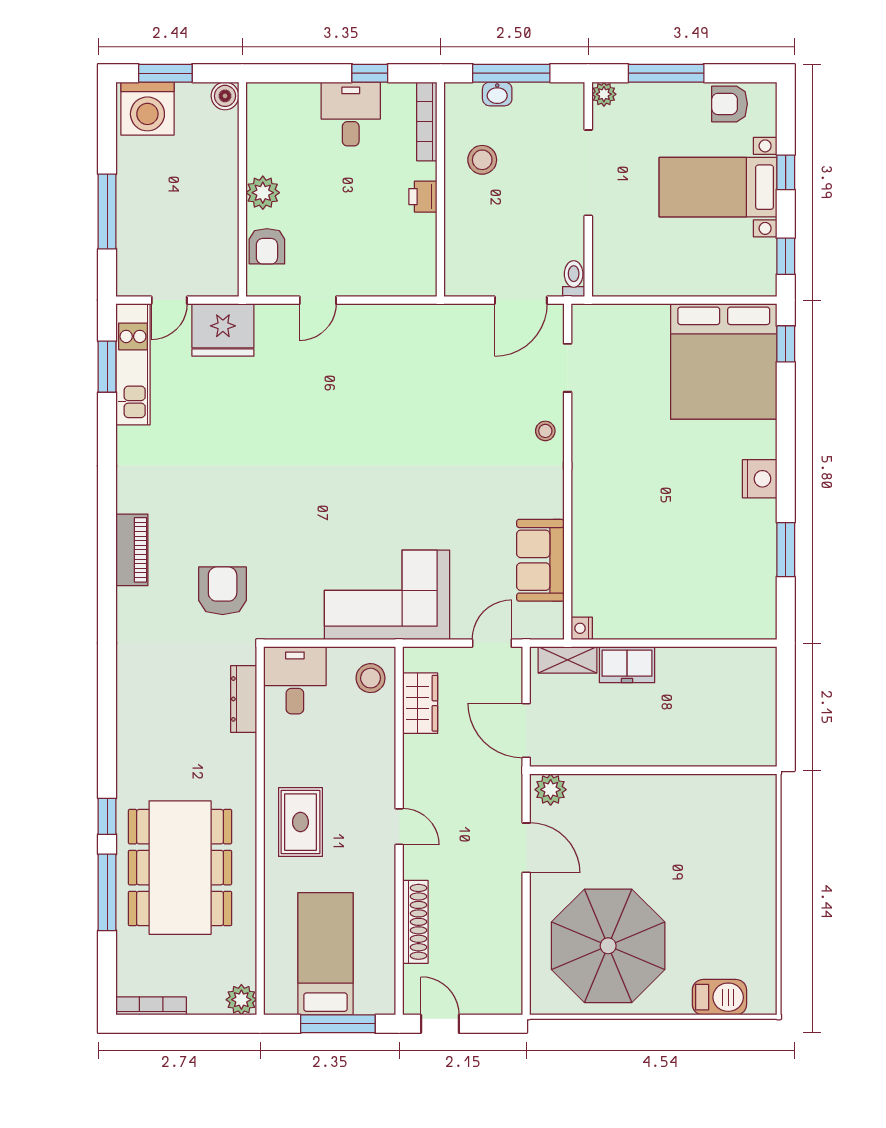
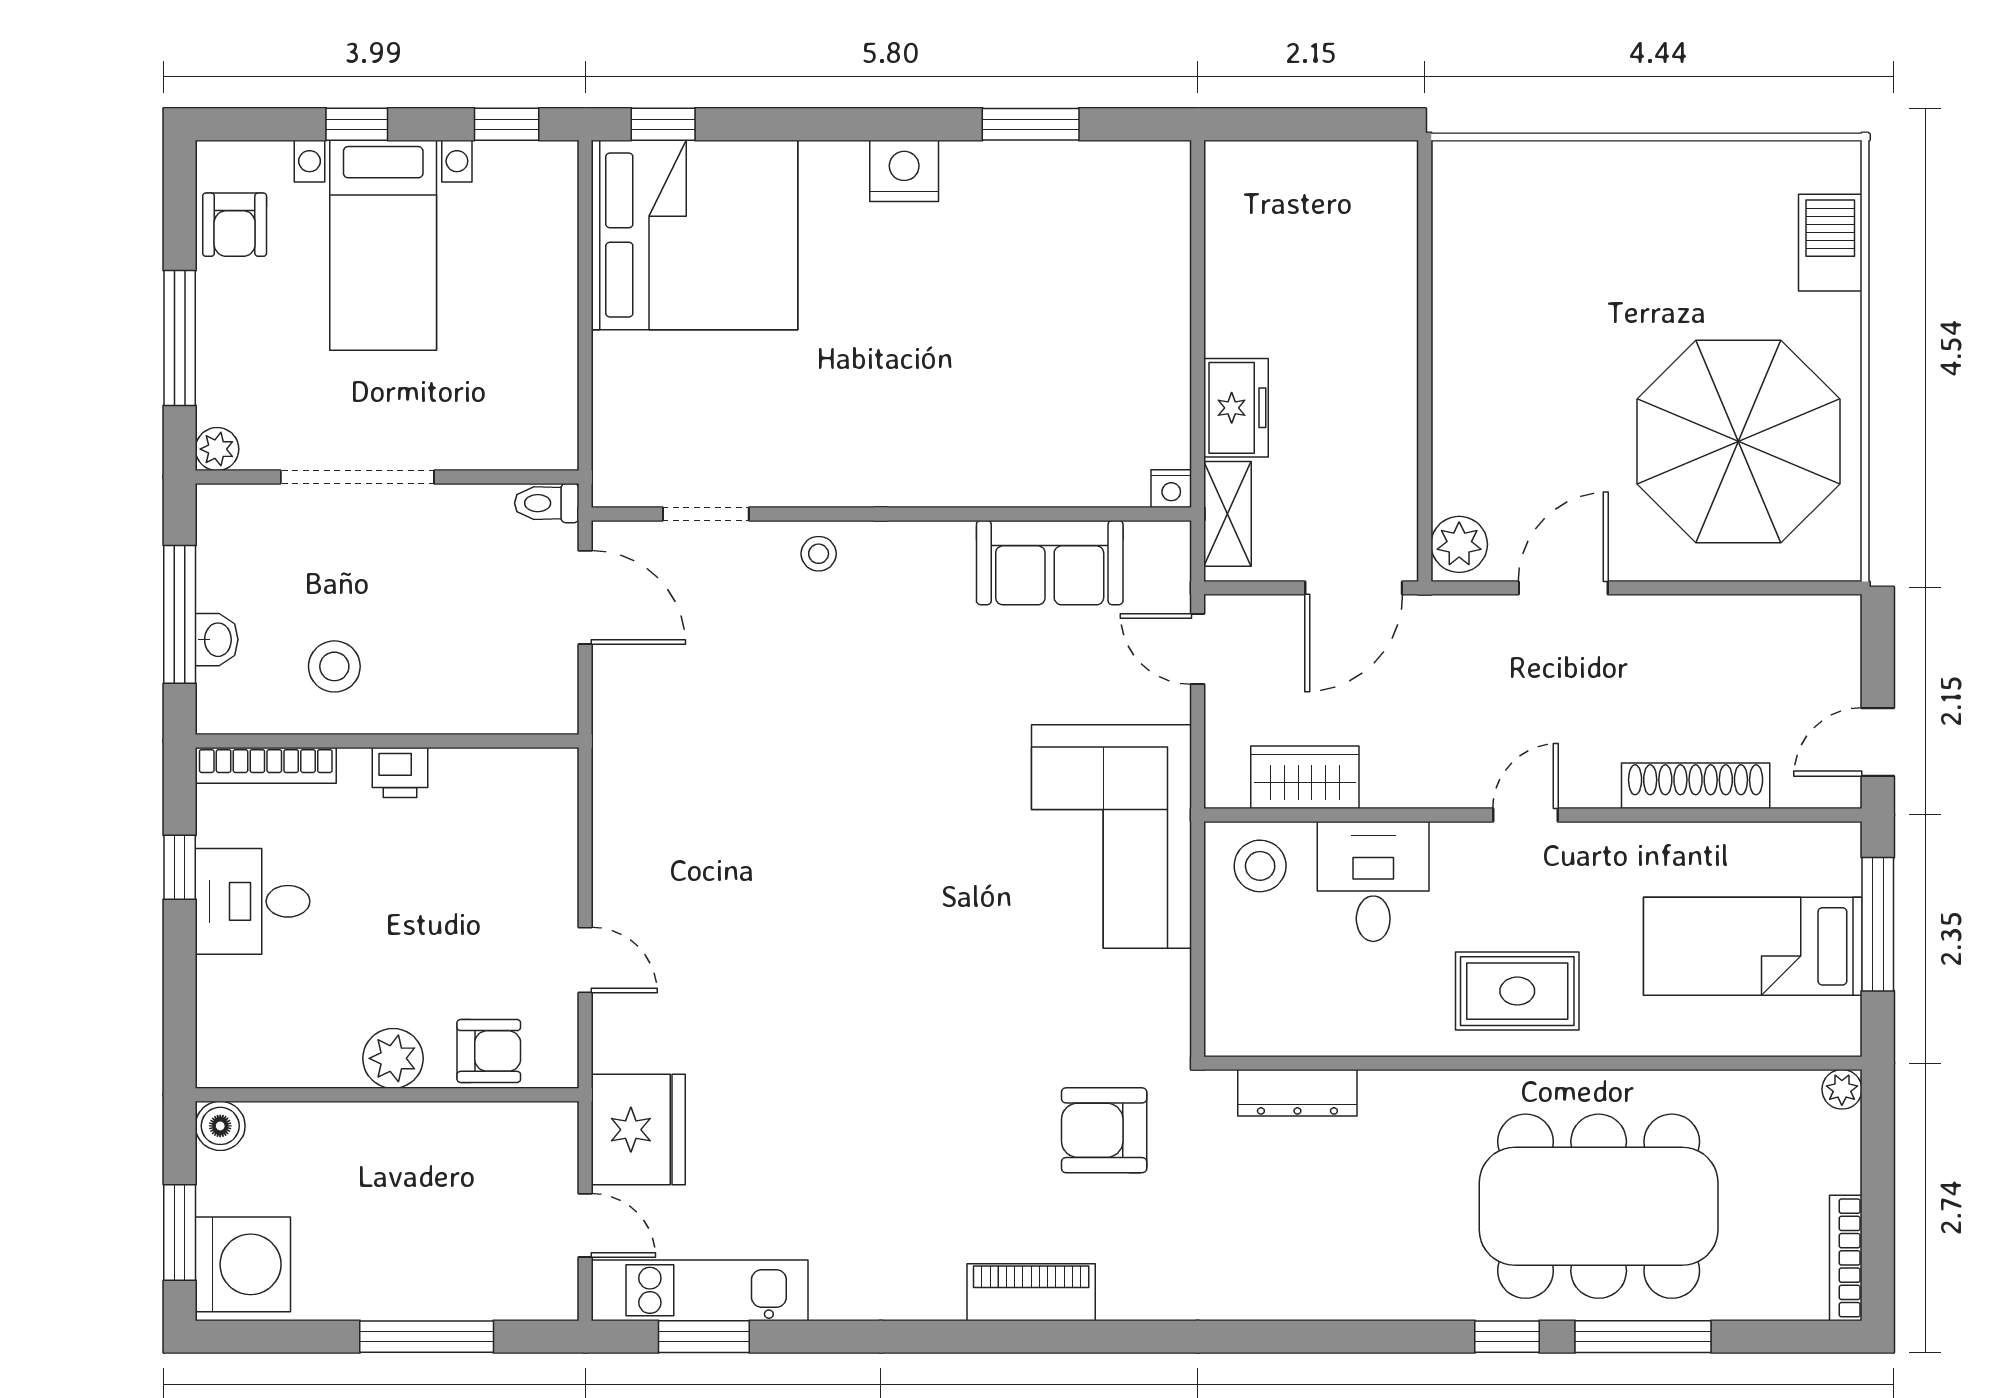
desk: (295, 680) -> (1373, 881), moved, turned 90
plant: (241, 1000) -> (1842, 1089), width x0.73, depth x0.73

